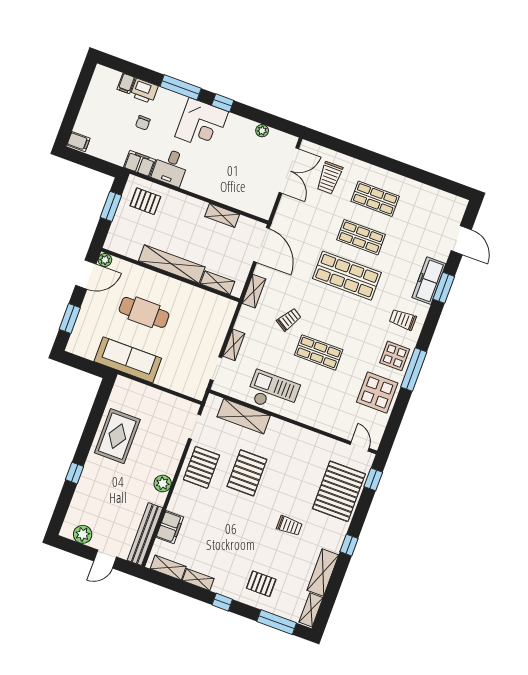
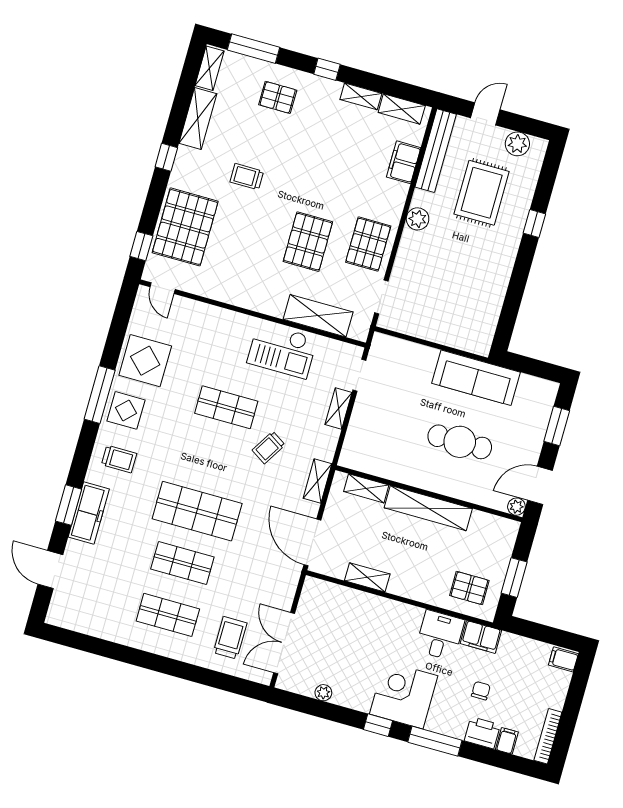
bookcase: (95, 84) -> (548, 736), added
rug: (117, 436) -> (482, 193), moved

